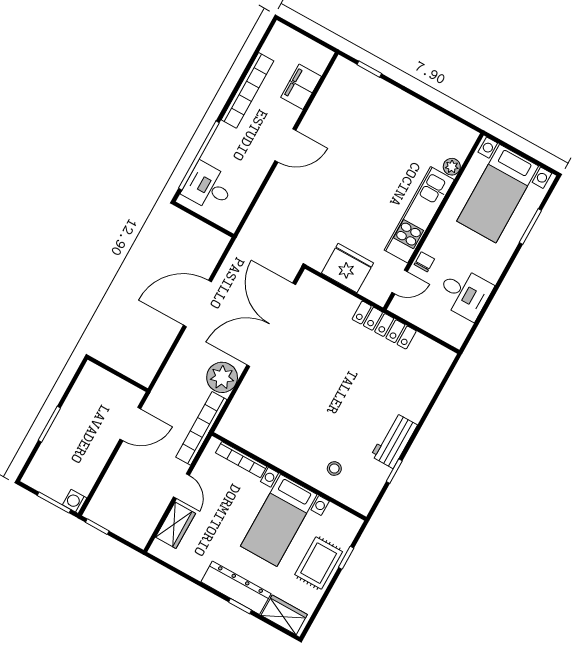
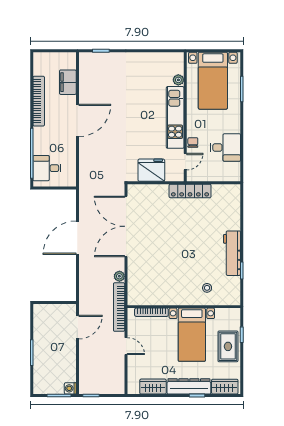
door: (285, 145) -> (77, 120), width x1.36
plant: (222, 377) -> (119, 276), width x0.53, depth x0.53
workbench: (394, 440) -> (232, 253), width x1.38
wardrobe: (175, 525) -> (153, 387), moved, turned -90

